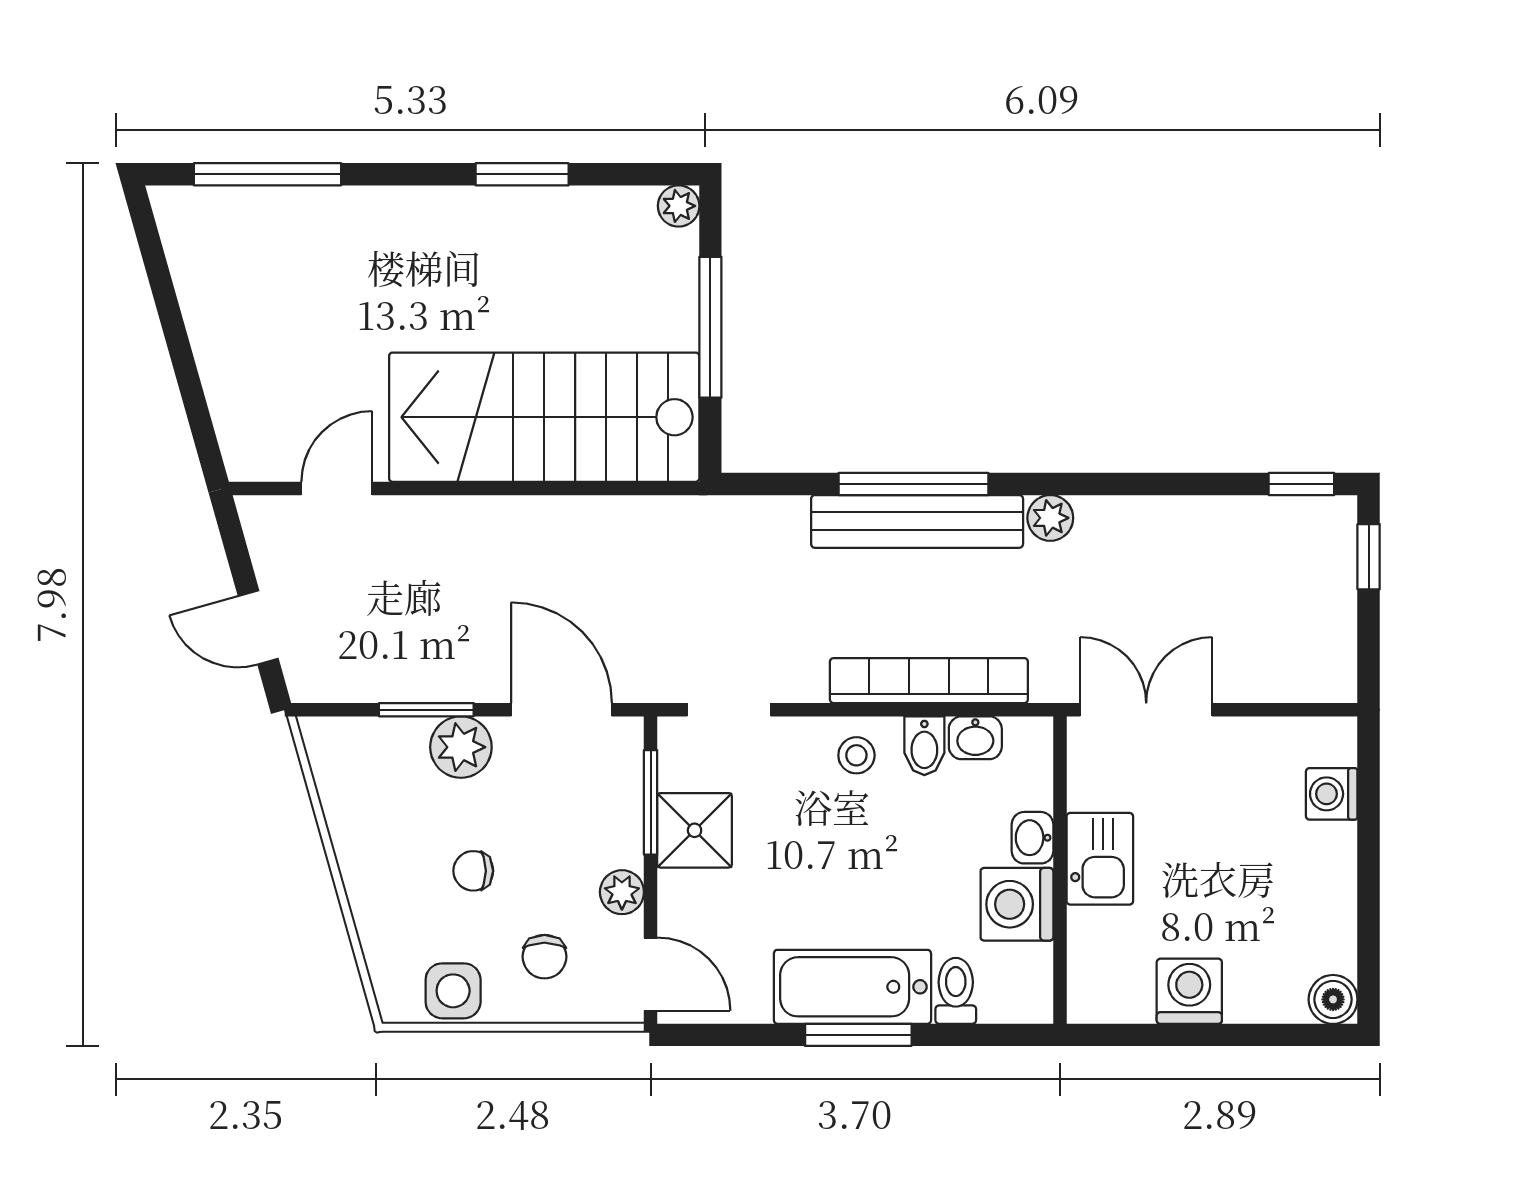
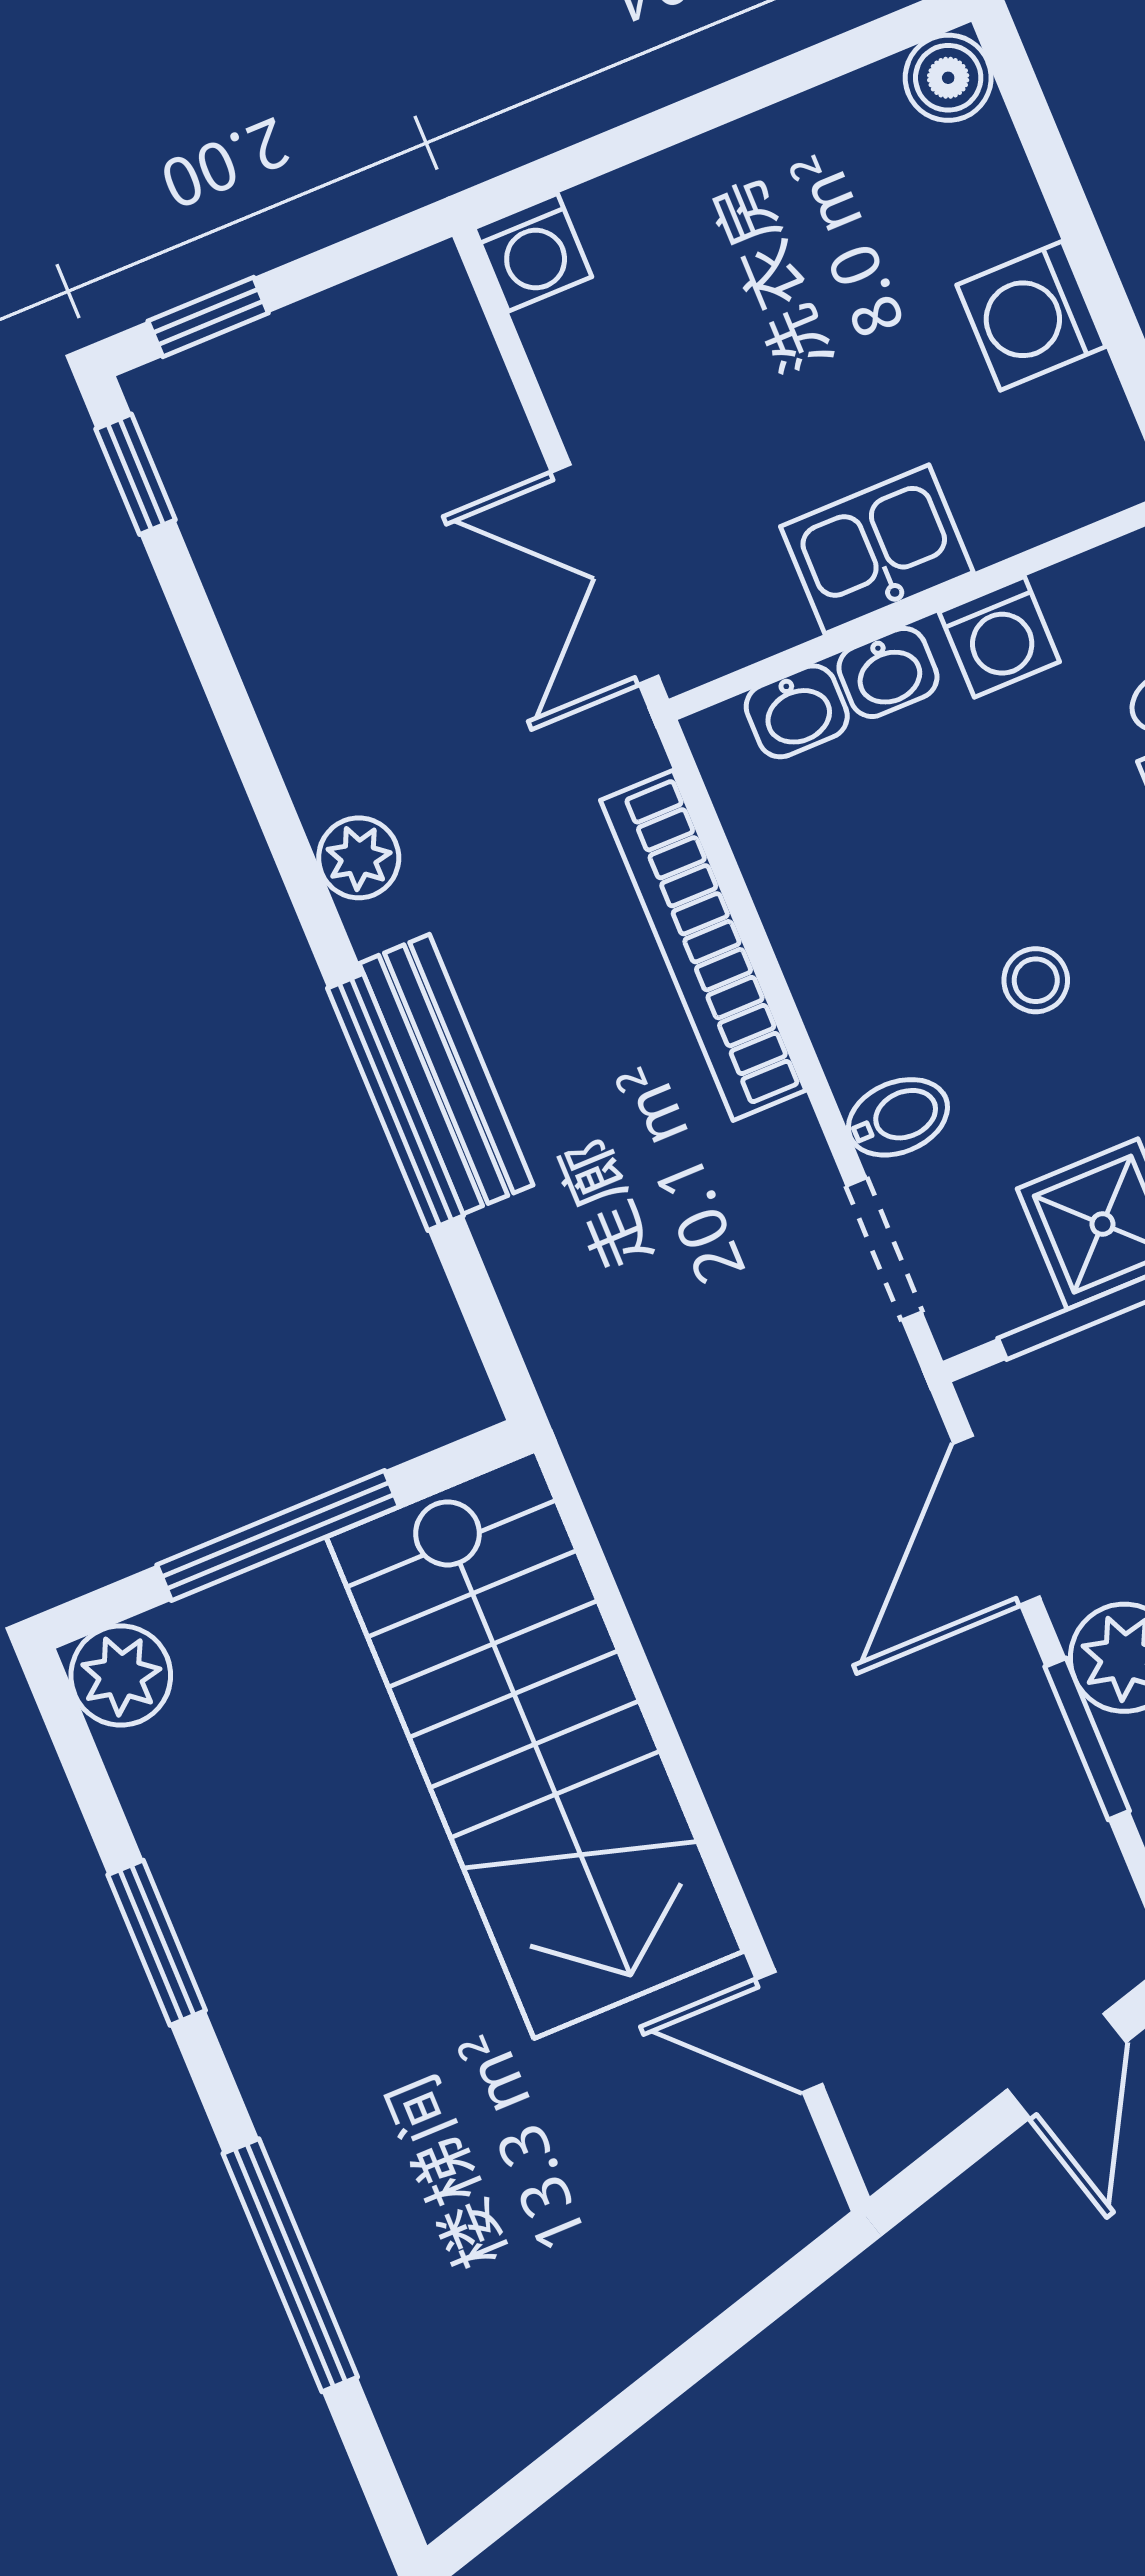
window: (267, 174) -> (290, 2265), moved
plant: (679, 206) -> (121, 1676), width x1.38, depth x1.38
bench: (917, 521) -> (446, 1074), width x0.73, depth x0.82
washbasin: (975, 738) -> (797, 711), moved, turned 90
bidet: (924, 746) -> (898, 1117), moved
stool: (856, 755) -> (1036, 980), moved
washing machine: (1332, 794) -> (533, 252), moved
washing machine: (1017, 904) -> (999, 637), width x0.73, depth x0.73

